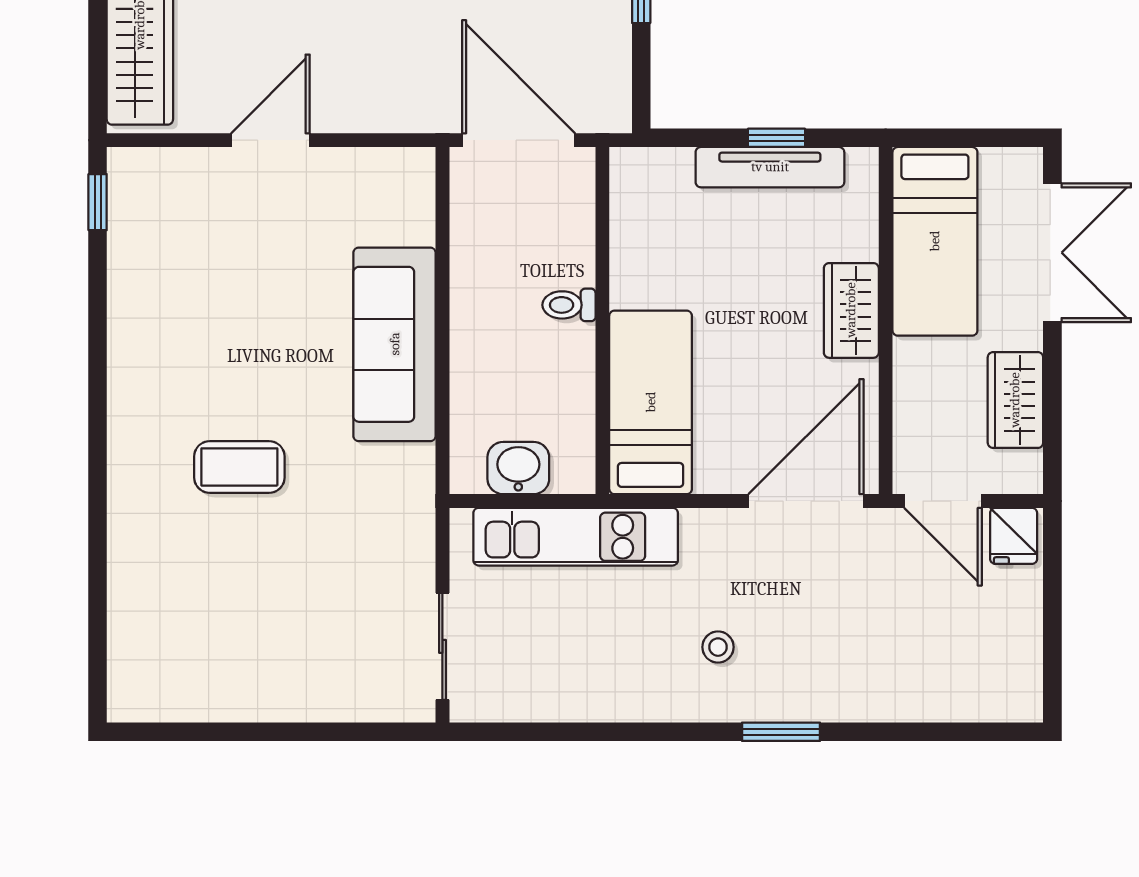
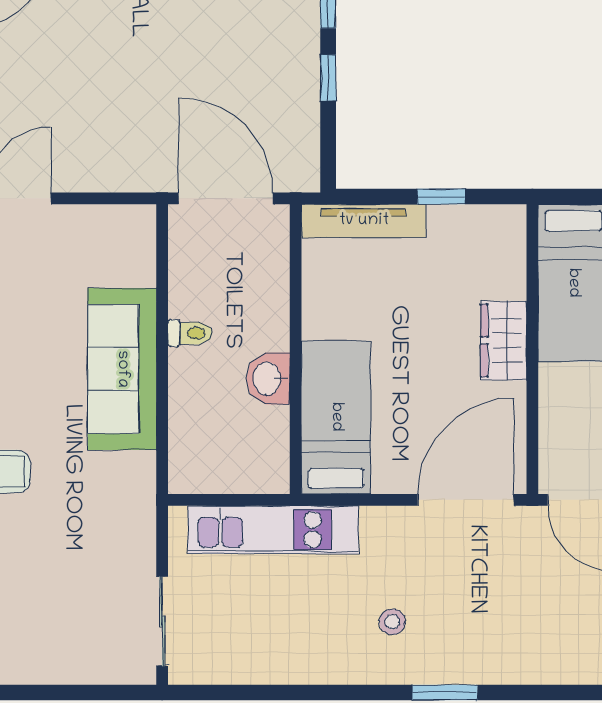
tv unit: (770, 167) -> (364, 221), moved
toilet: (569, 305) -> (190, 333), moved, turned 180
washbasin: (518, 468) -> (268, 379), moved, turned -90

